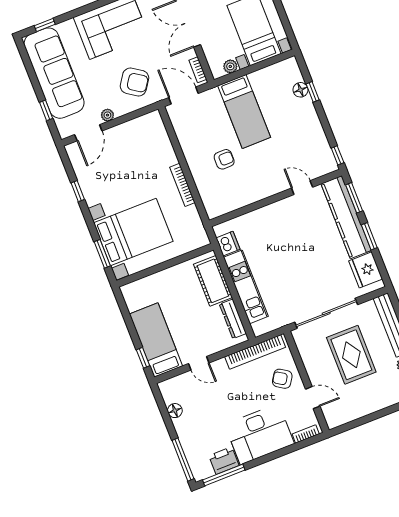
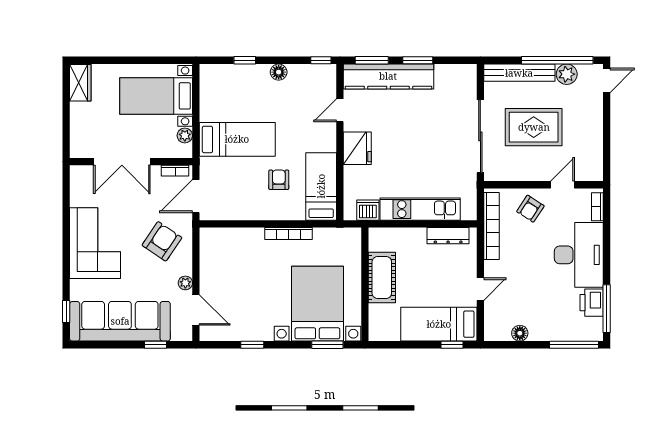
floor lamp: (300, 90) -> (279, 72), moved
bed: (232, 197) -> (321, 186), added
fridge: (366, 270) -> (357, 148), moved, turned -90
cot: (213, 281) -> (382, 278), moved, turned 90

